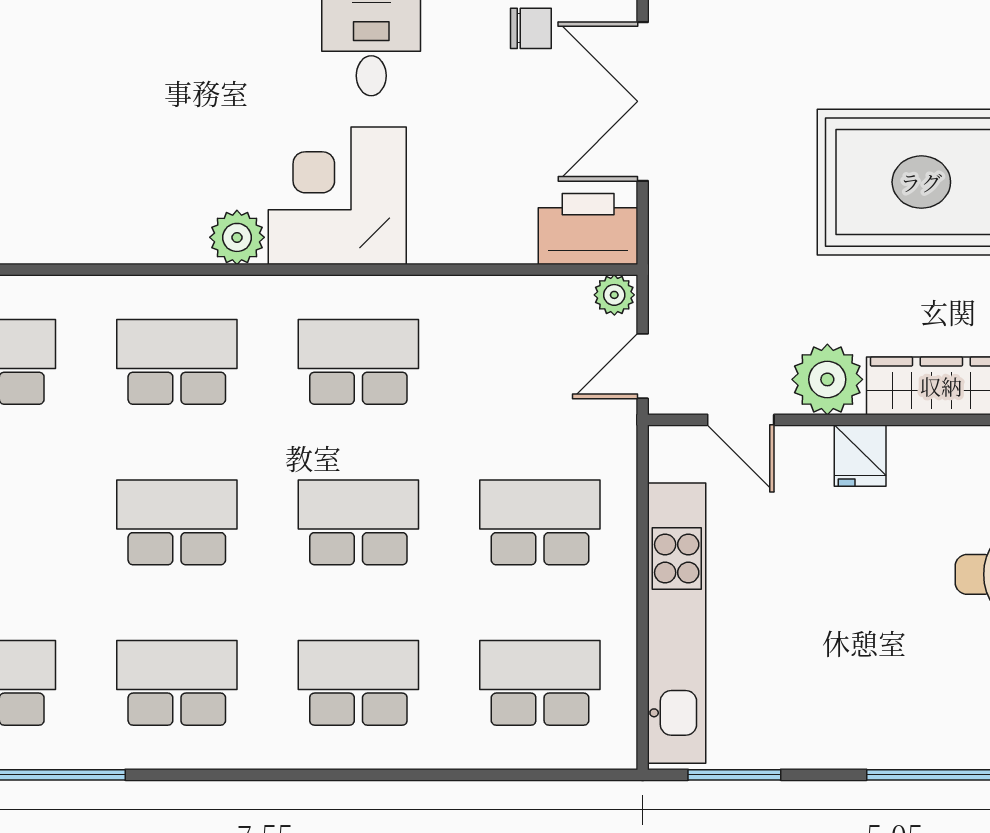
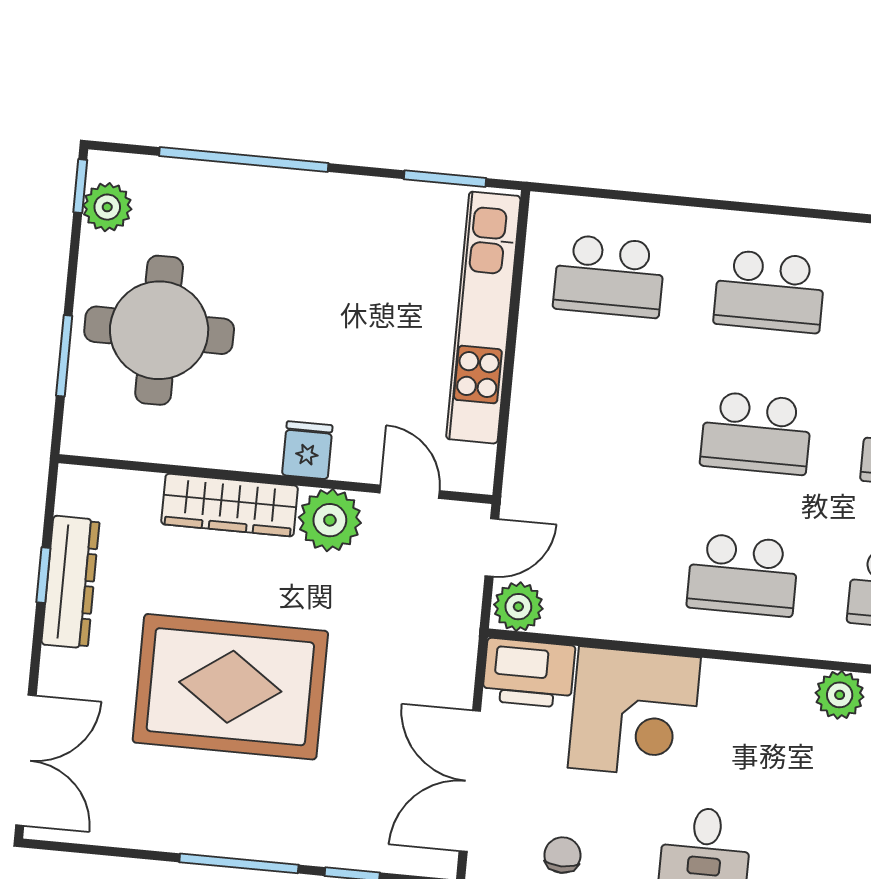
chair: (531, 28) -> (562, 855), turned 90
double door: (643, 101) -> (470, 781), swing flipped
corner desk: (337, 196) -> (634, 713), moved
plant: (614, 295) -> (518, 607), width x1.38, depth x1.38
school desk: (540, 522) -> (596, 418), removed

